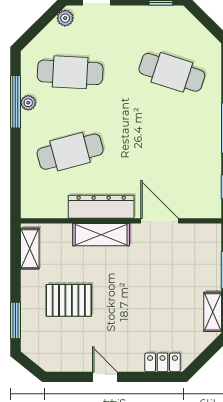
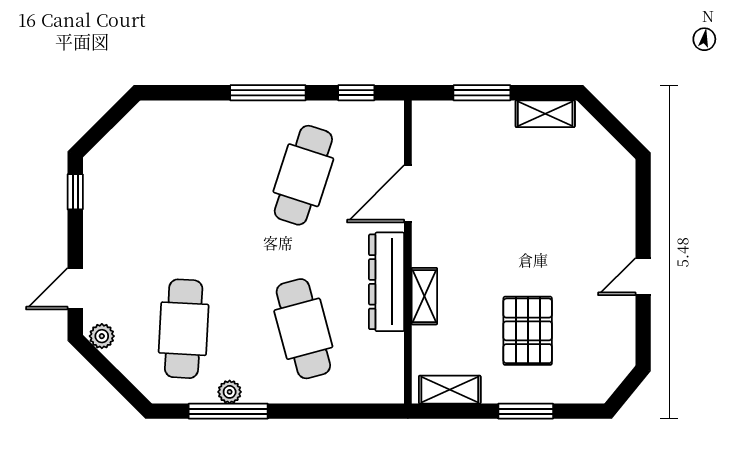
cafe table: (172, 72) -> (303, 175), moved
shelving: (101, 235) -> (424, 296), width x0.67, depth x0.75
window: (15, 320) -> (526, 411), moved
locker: (163, 362) -> (621, 189), removed

